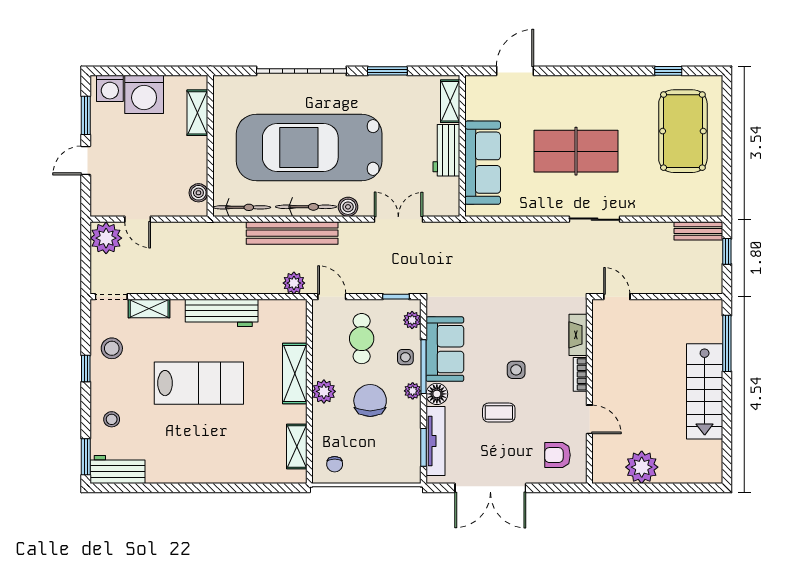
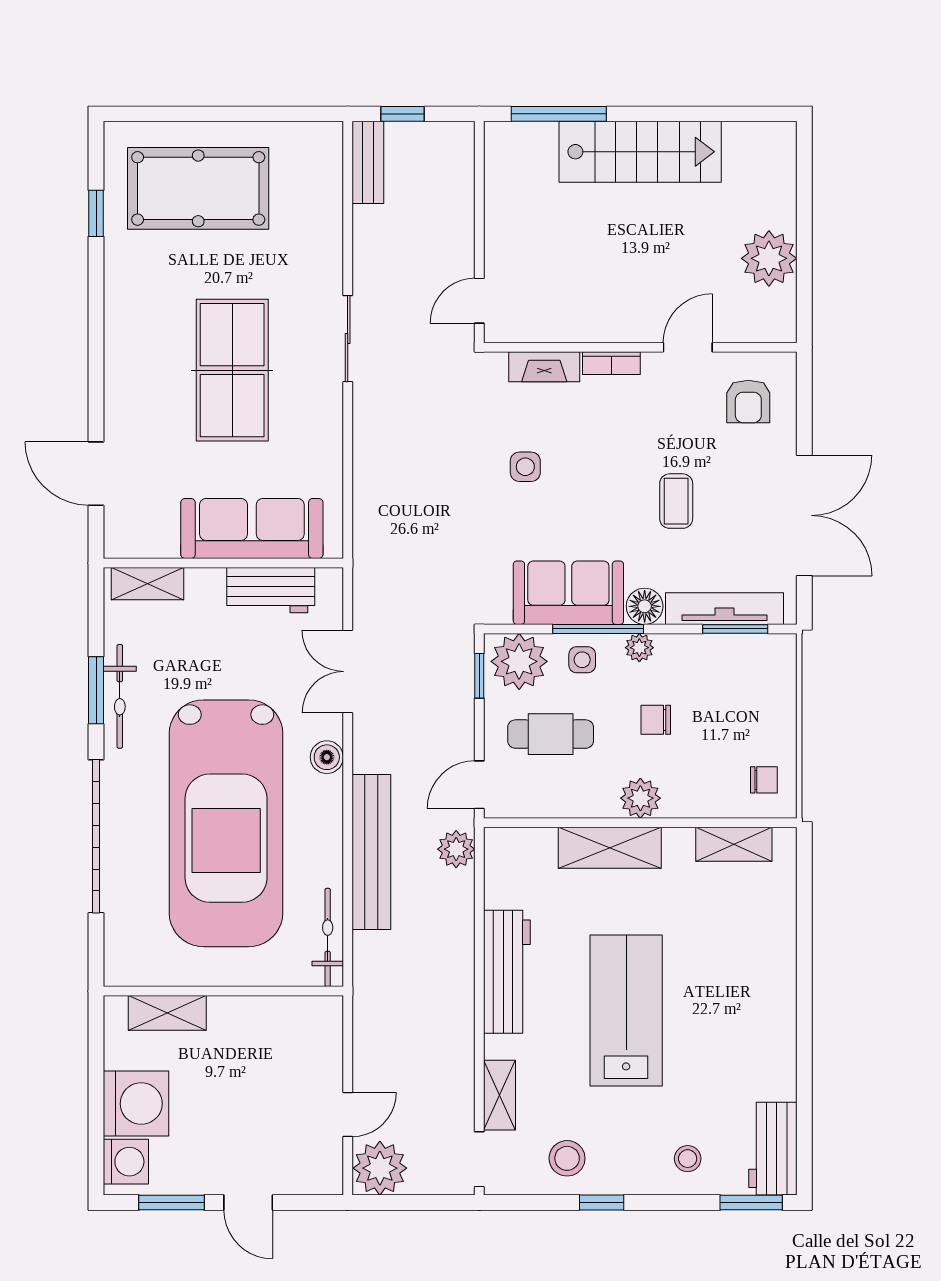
workbench: (446, 150) -> (271, 590), moved
boiler: (198, 193) -> (303, 1011), removed
bicycle: (306, 207) -> (120, 696), moved, turned 180
plant: (412, 320) -> (519, 661), width x1.88, depth x1.88
side table: (516, 370) -> (525, 467), moved
chair: (370, 401) -> (656, 720), width x0.54, depth x0.54

